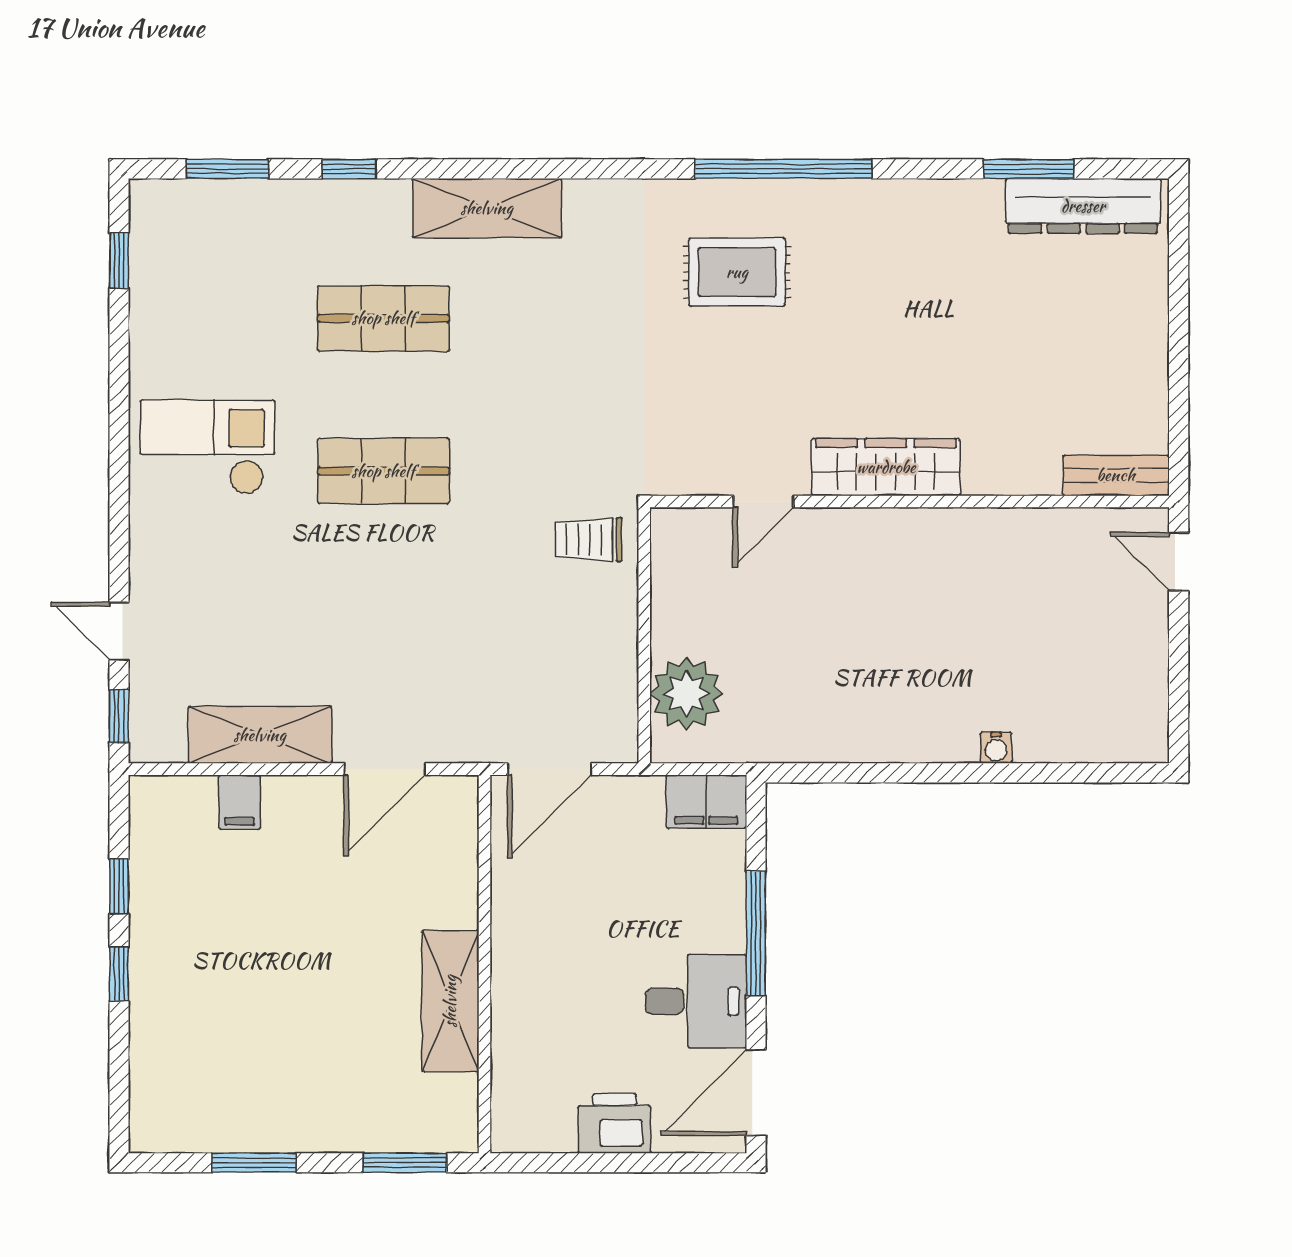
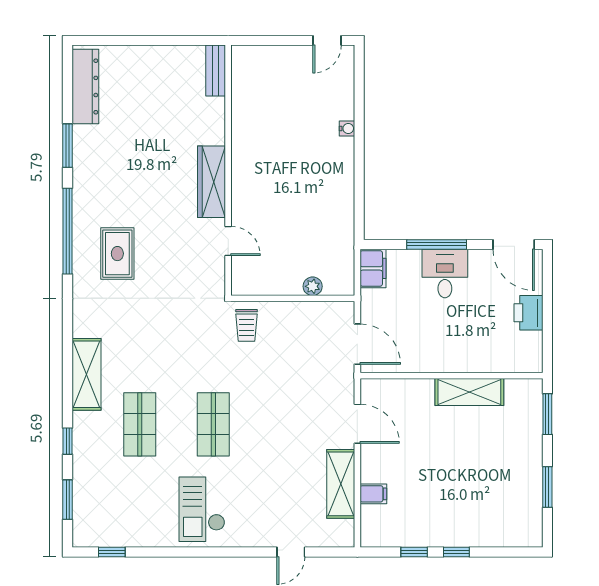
window: (1029, 169) -> (68, 146), moved
door: (1179, 562) -> (327, 40), moved
plant: (686, 694) -> (313, 286), width x0.53, depth x0.53
window: (119, 716) -> (332, 552), removed
desk: (696, 1001) -> (445, 273), moved

